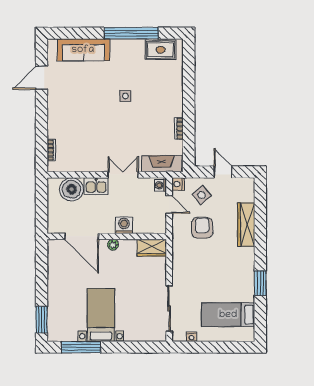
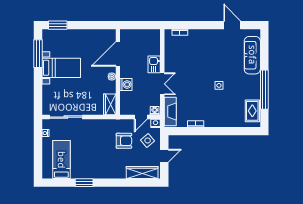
boiler: (72, 189) -> (152, 47), removed
wardrobe: (246, 225) -> (142, 173), moved

